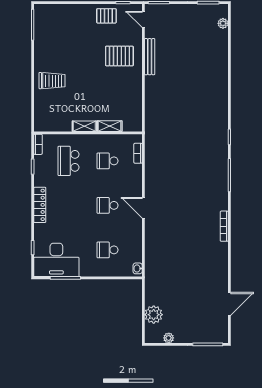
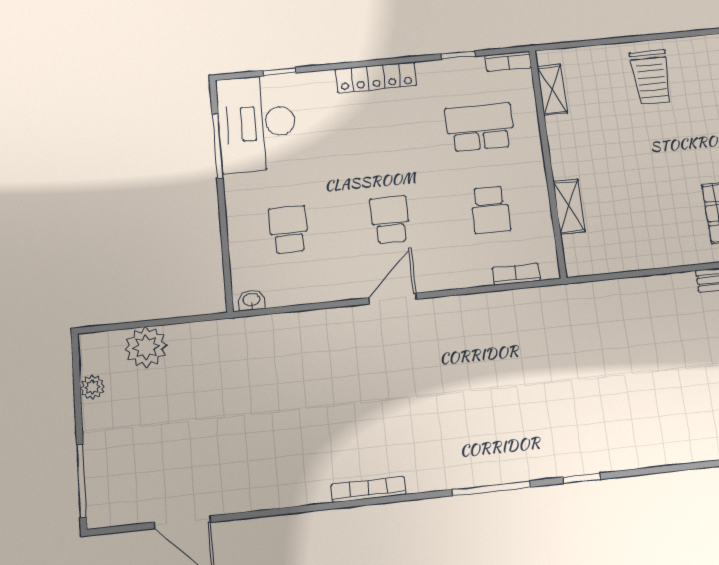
shelving: (84, 126) -> (552, 90), moved
school desk: (107, 161) -> (490, 210), turned 180

